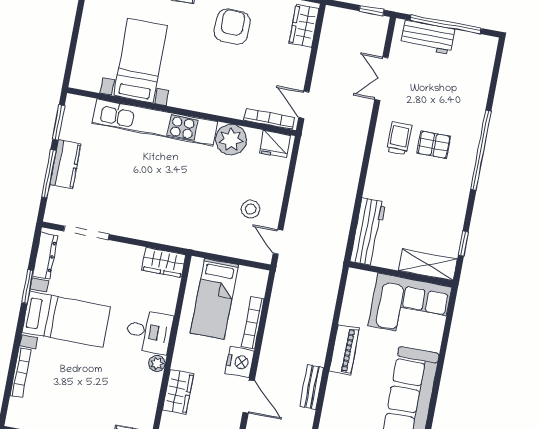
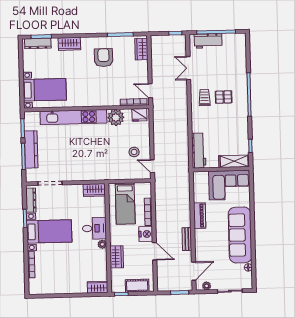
bed with nightstands: (140, 61) -> (45, 90), moved, turned 90
kitchen counter: (65, 164) -> (31, 149), width x1.50

